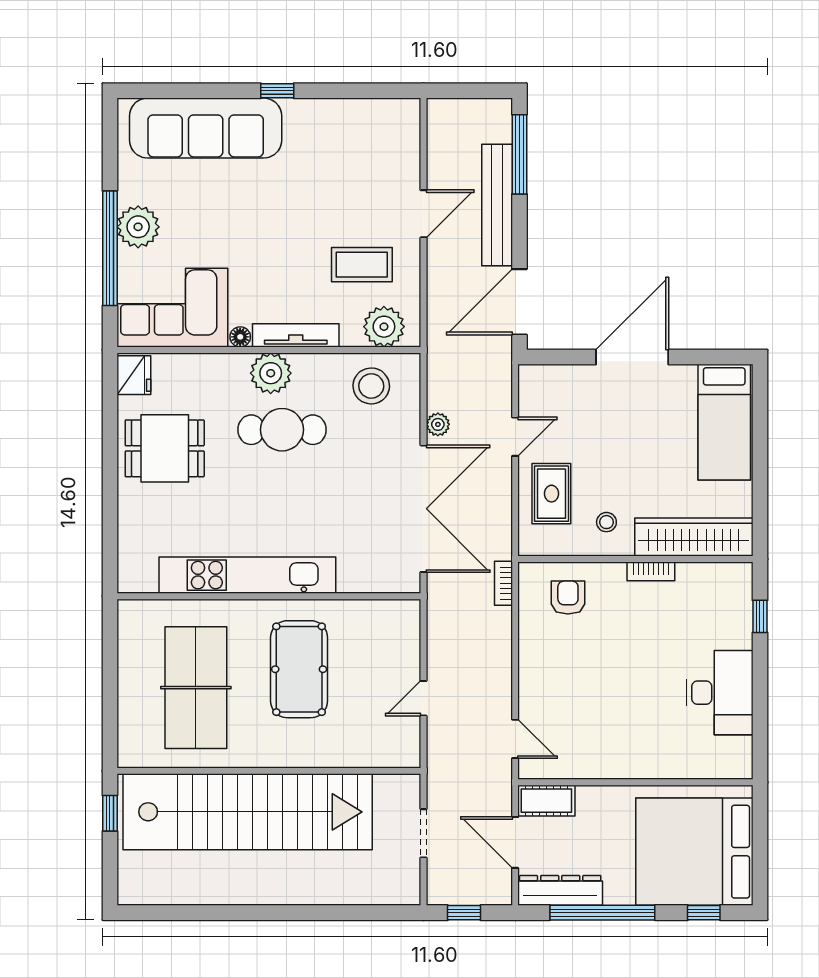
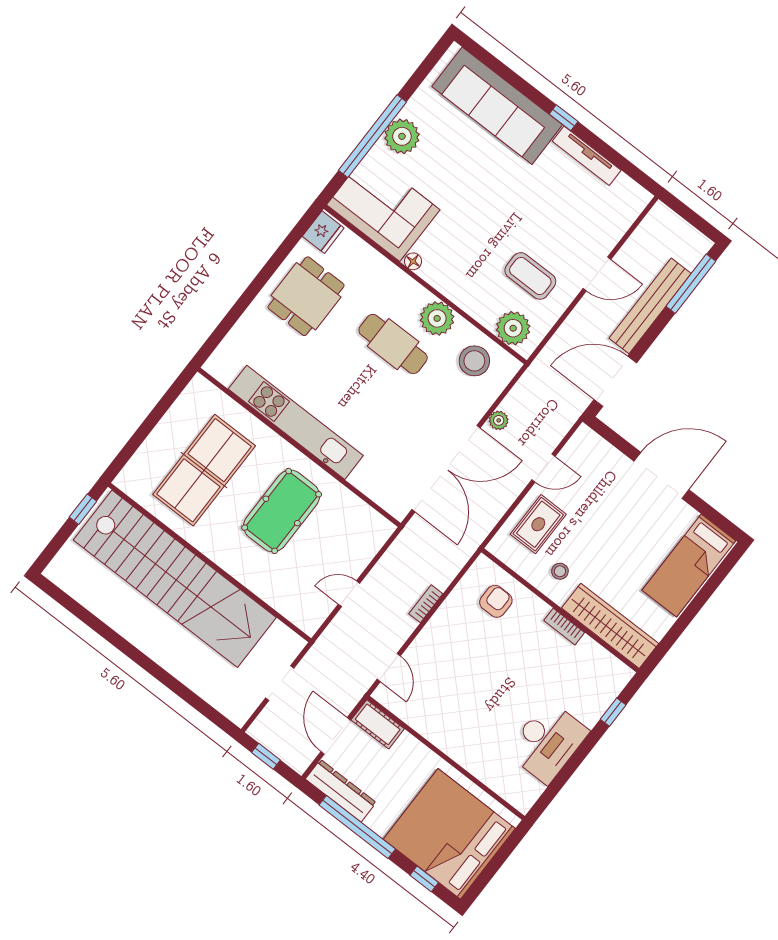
tv unit: (296, 335) -> (587, 156), moved, turned 180
plant: (271, 373) -> (437, 318), moved
dining table: (165, 448) -> (306, 296), turned 90
bookcase: (503, 583) -> (426, 604), moved

